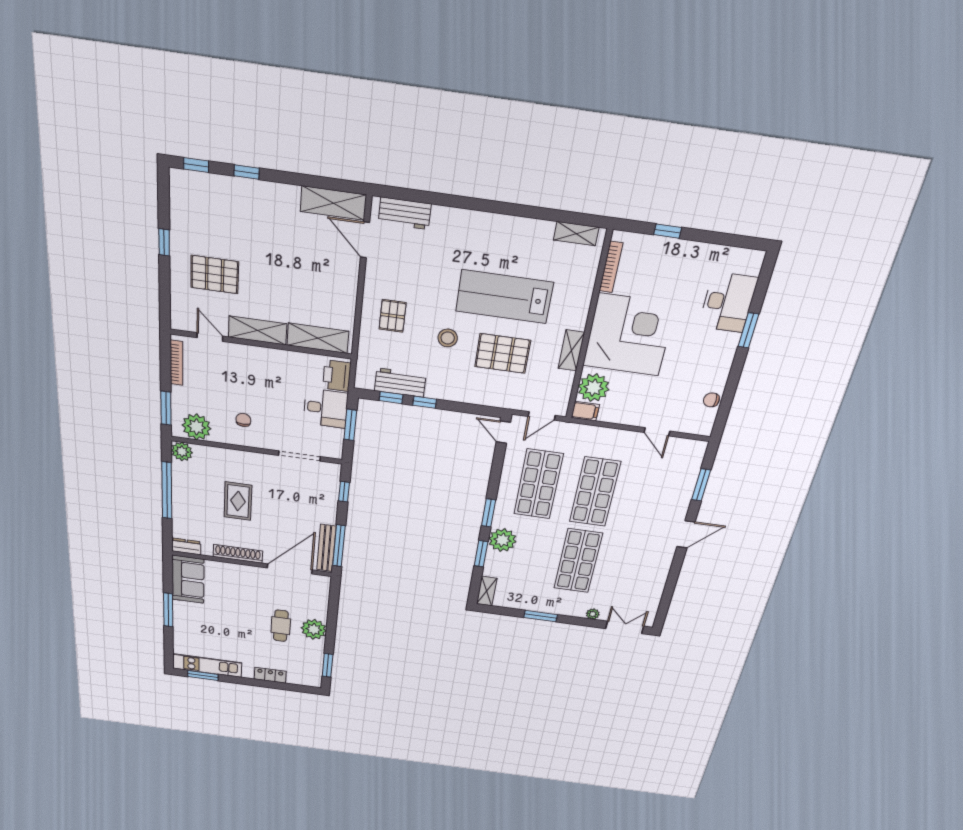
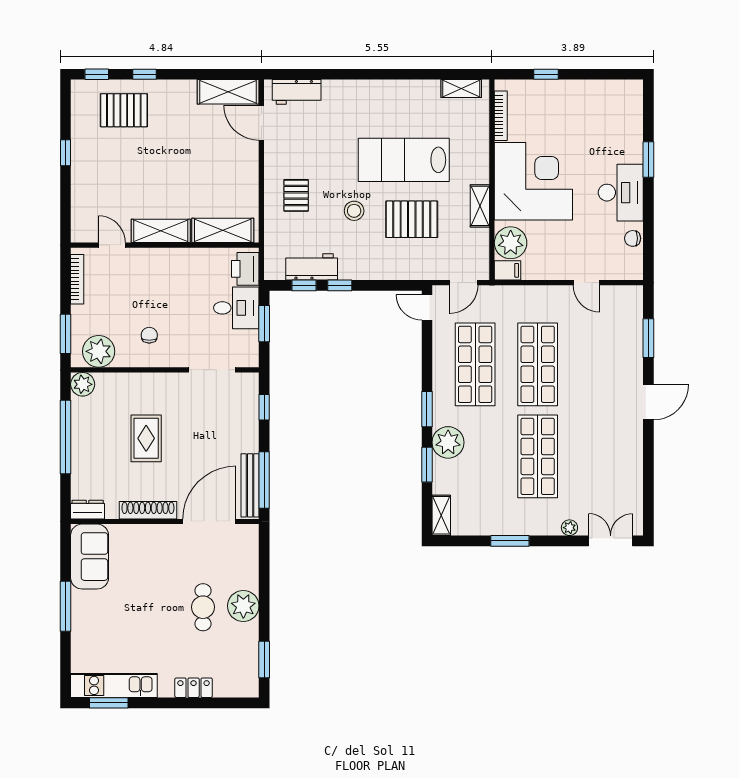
pallet: (215, 275) -> (124, 110), moved
desk: (728, 302) -> (621, 193), moved

